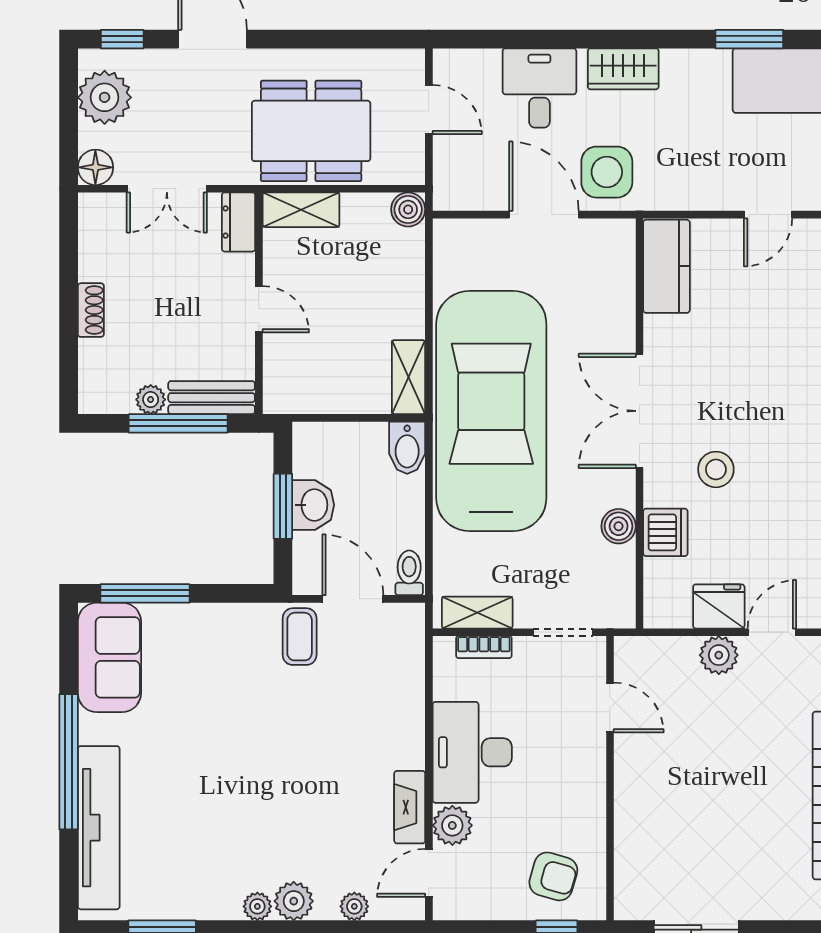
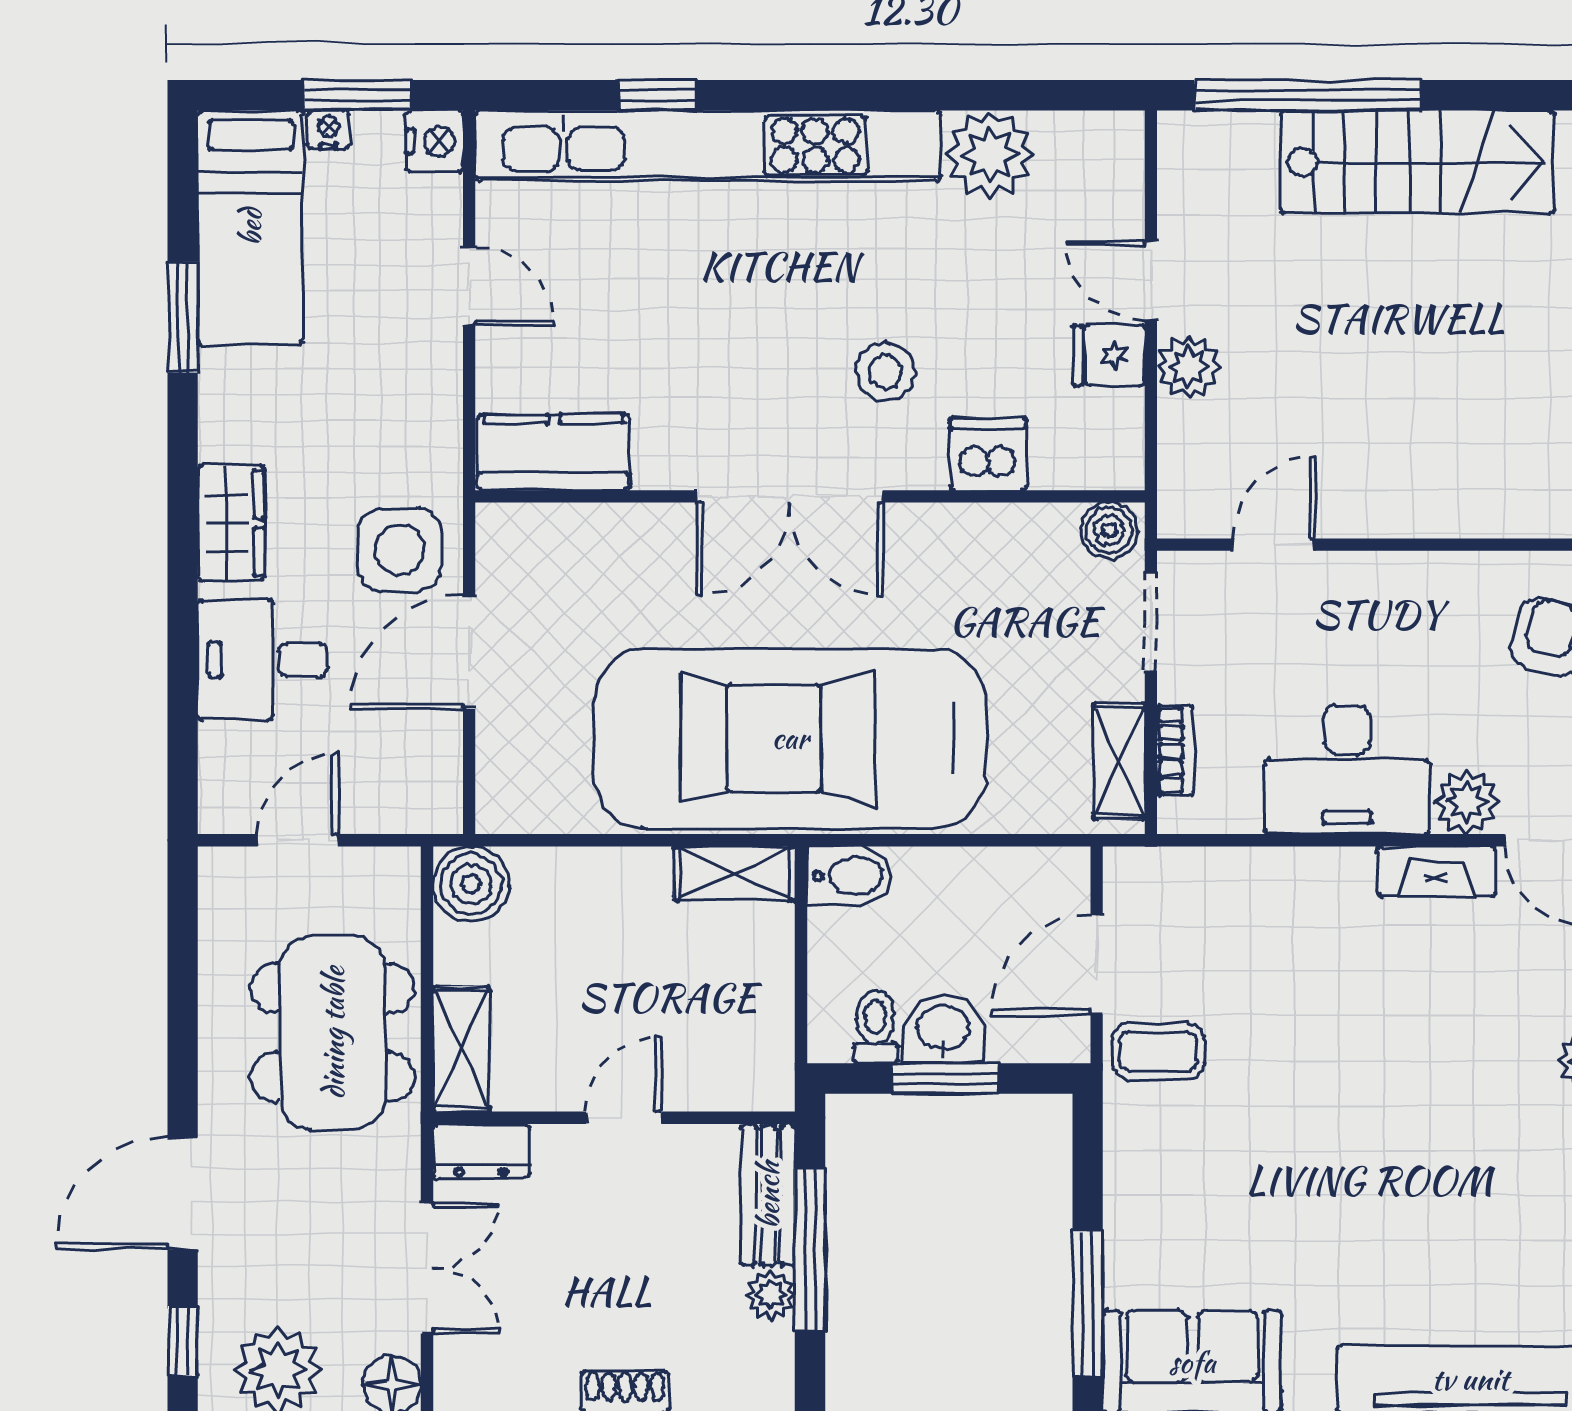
boiler: (408, 209) -> (471, 884), width x1.36, depth x1.36
boiler: (619, 526) -> (1109, 531), moved
toilet: (409, 573) -> (875, 1027), moved, turned 90
fridge: (719, 606) -> (1109, 355), width x0.72

